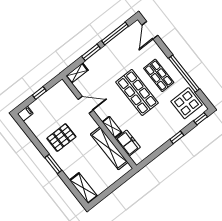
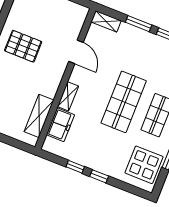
window: (200, 119) -> (75, 167), moved
shelving: (109, 148) -> (39, 116), width x0.68

